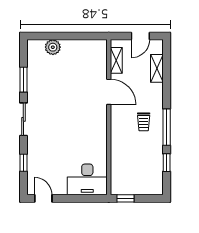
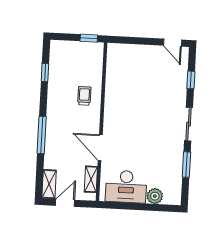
shelving: (157, 68) -> (49, 184), moved
trolley: (144, 122) -> (84, 96), moved
window: (167, 127) -> (42, 135), moved
desk: (87, 179) -> (126, 187), moved, turned 180

